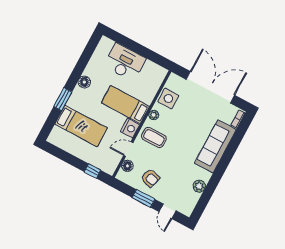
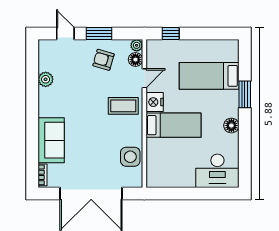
desk: (125, 62) -> (217, 171), moved
plant: (154, 115) -> (137, 45), moved
sofa: (215, 146) -> (51, 140), width x0.73

